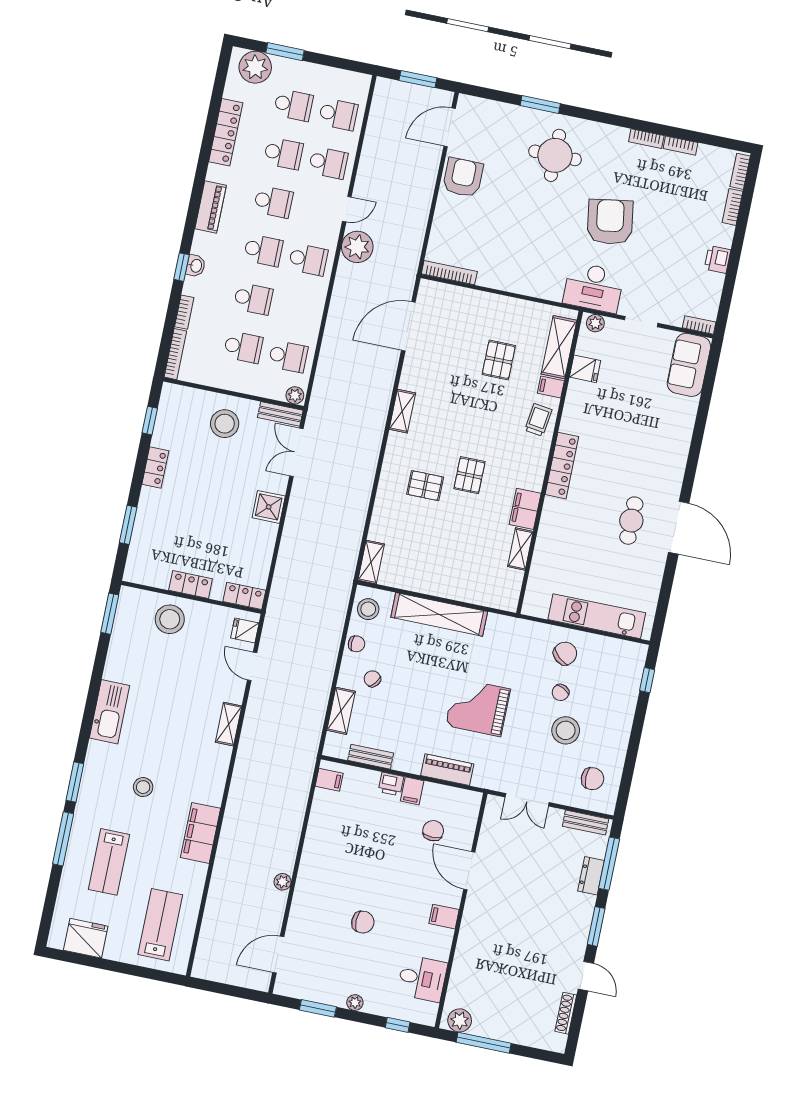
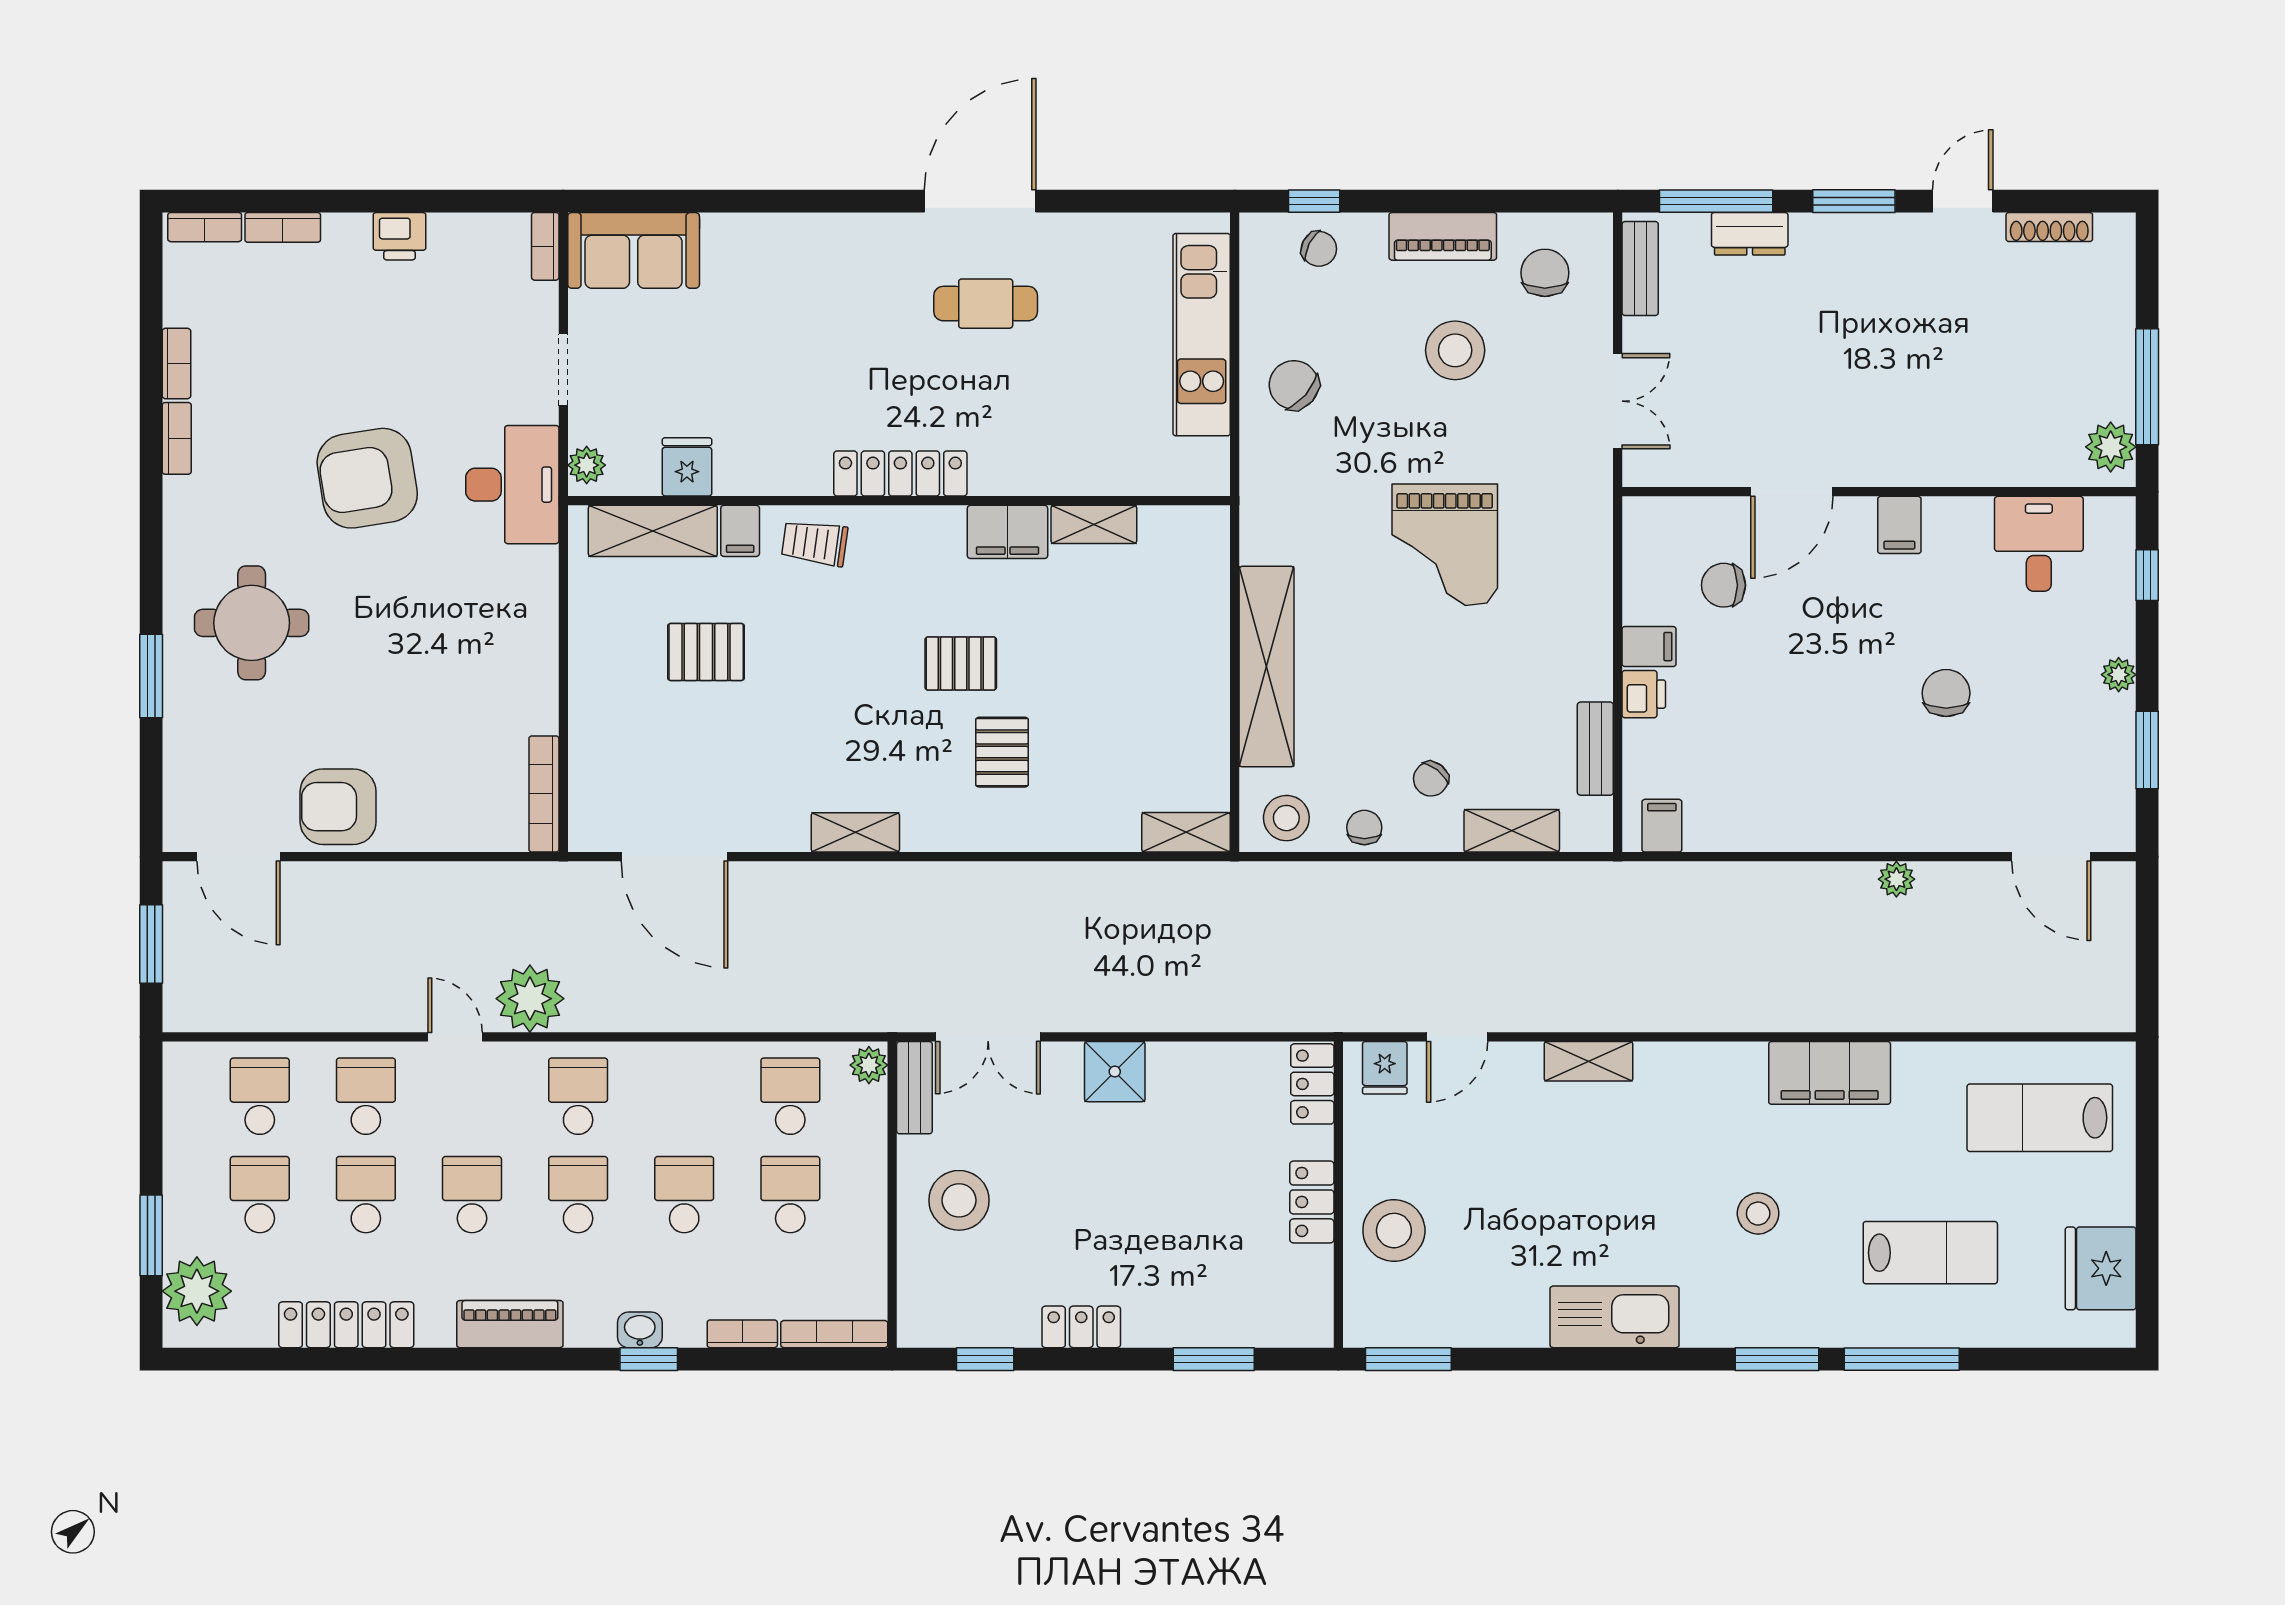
chair: (560, 693) -> (1319, 249), moved
piano: (447, 770) -> (1443, 236), moved, turned -90

